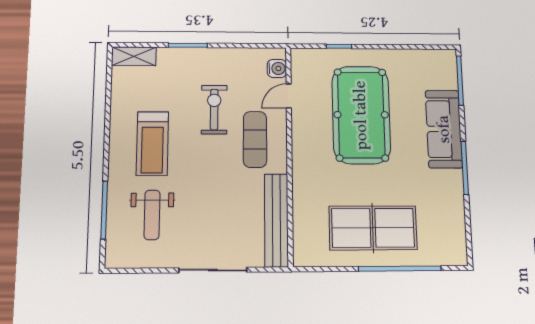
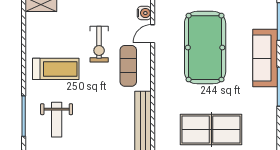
exercise bike: (214, 110) -> (99, 44), turned 180
treadmill: (152, 144) -> (56, 69), turned -90

